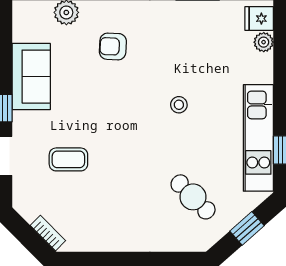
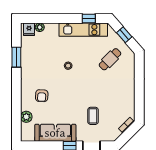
sofa: (31, 77) -> (55, 133), width x1.36

